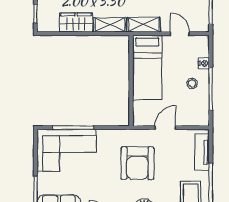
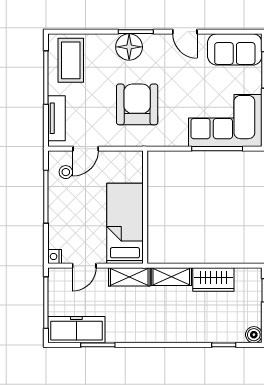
door: (180, 34) -> (84, 266), hinge flipped
nightstand: (204, 63) -> (55, 256), moved
stool: (192, 83) -> (66, 172), moved
door: (165, 128) -> (86, 149), moved

